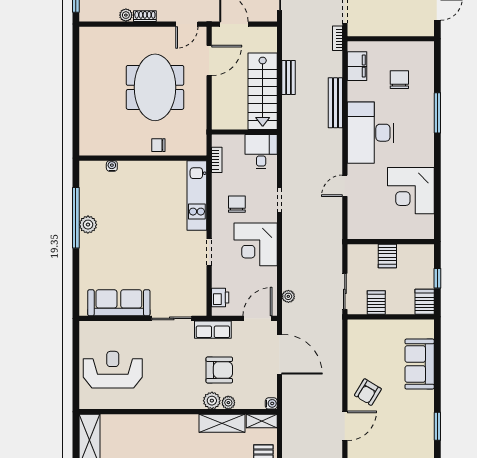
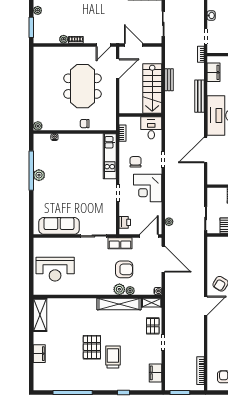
plant: (86, 149) -> (38, 126), added
door: (345, 186) -> (206, 150), width x1.87
reception desk: (113, 370) -> (55, 269), turned 180
shelving: (222, 423) -> (119, 304), width x1.47

